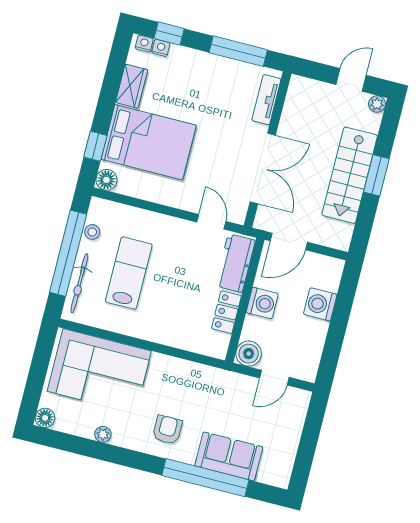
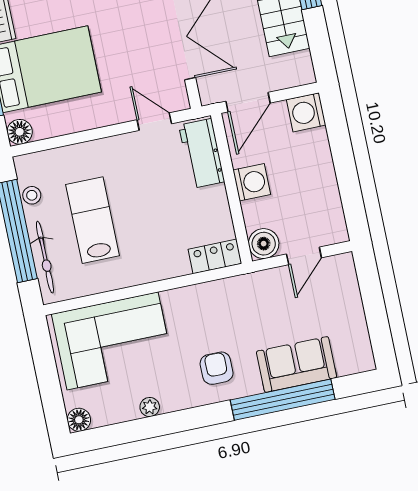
washing machine: (320, 304) -> (306, 112), moved
locker: (226, 312) -> (215, 256), moved, turned 90

